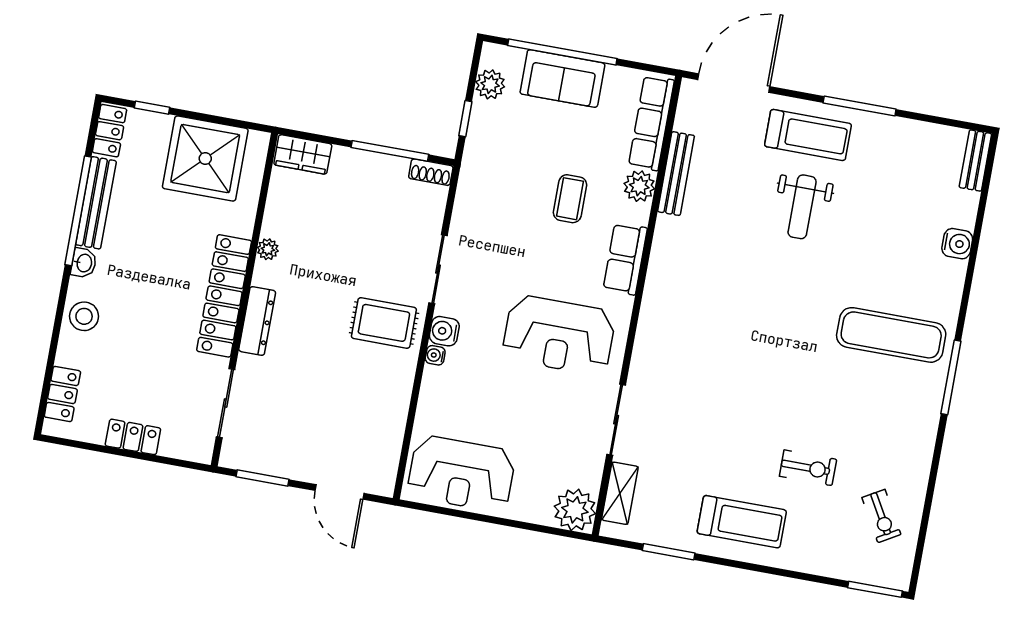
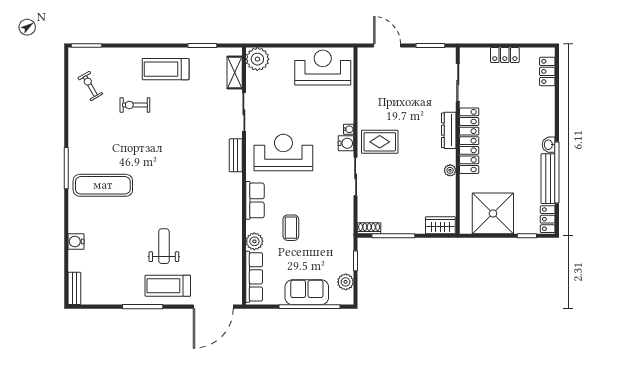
bench: (676, 174) -> (236, 155), moved, width x0.73
stool: (84, 316) -> (543, 116), removed

